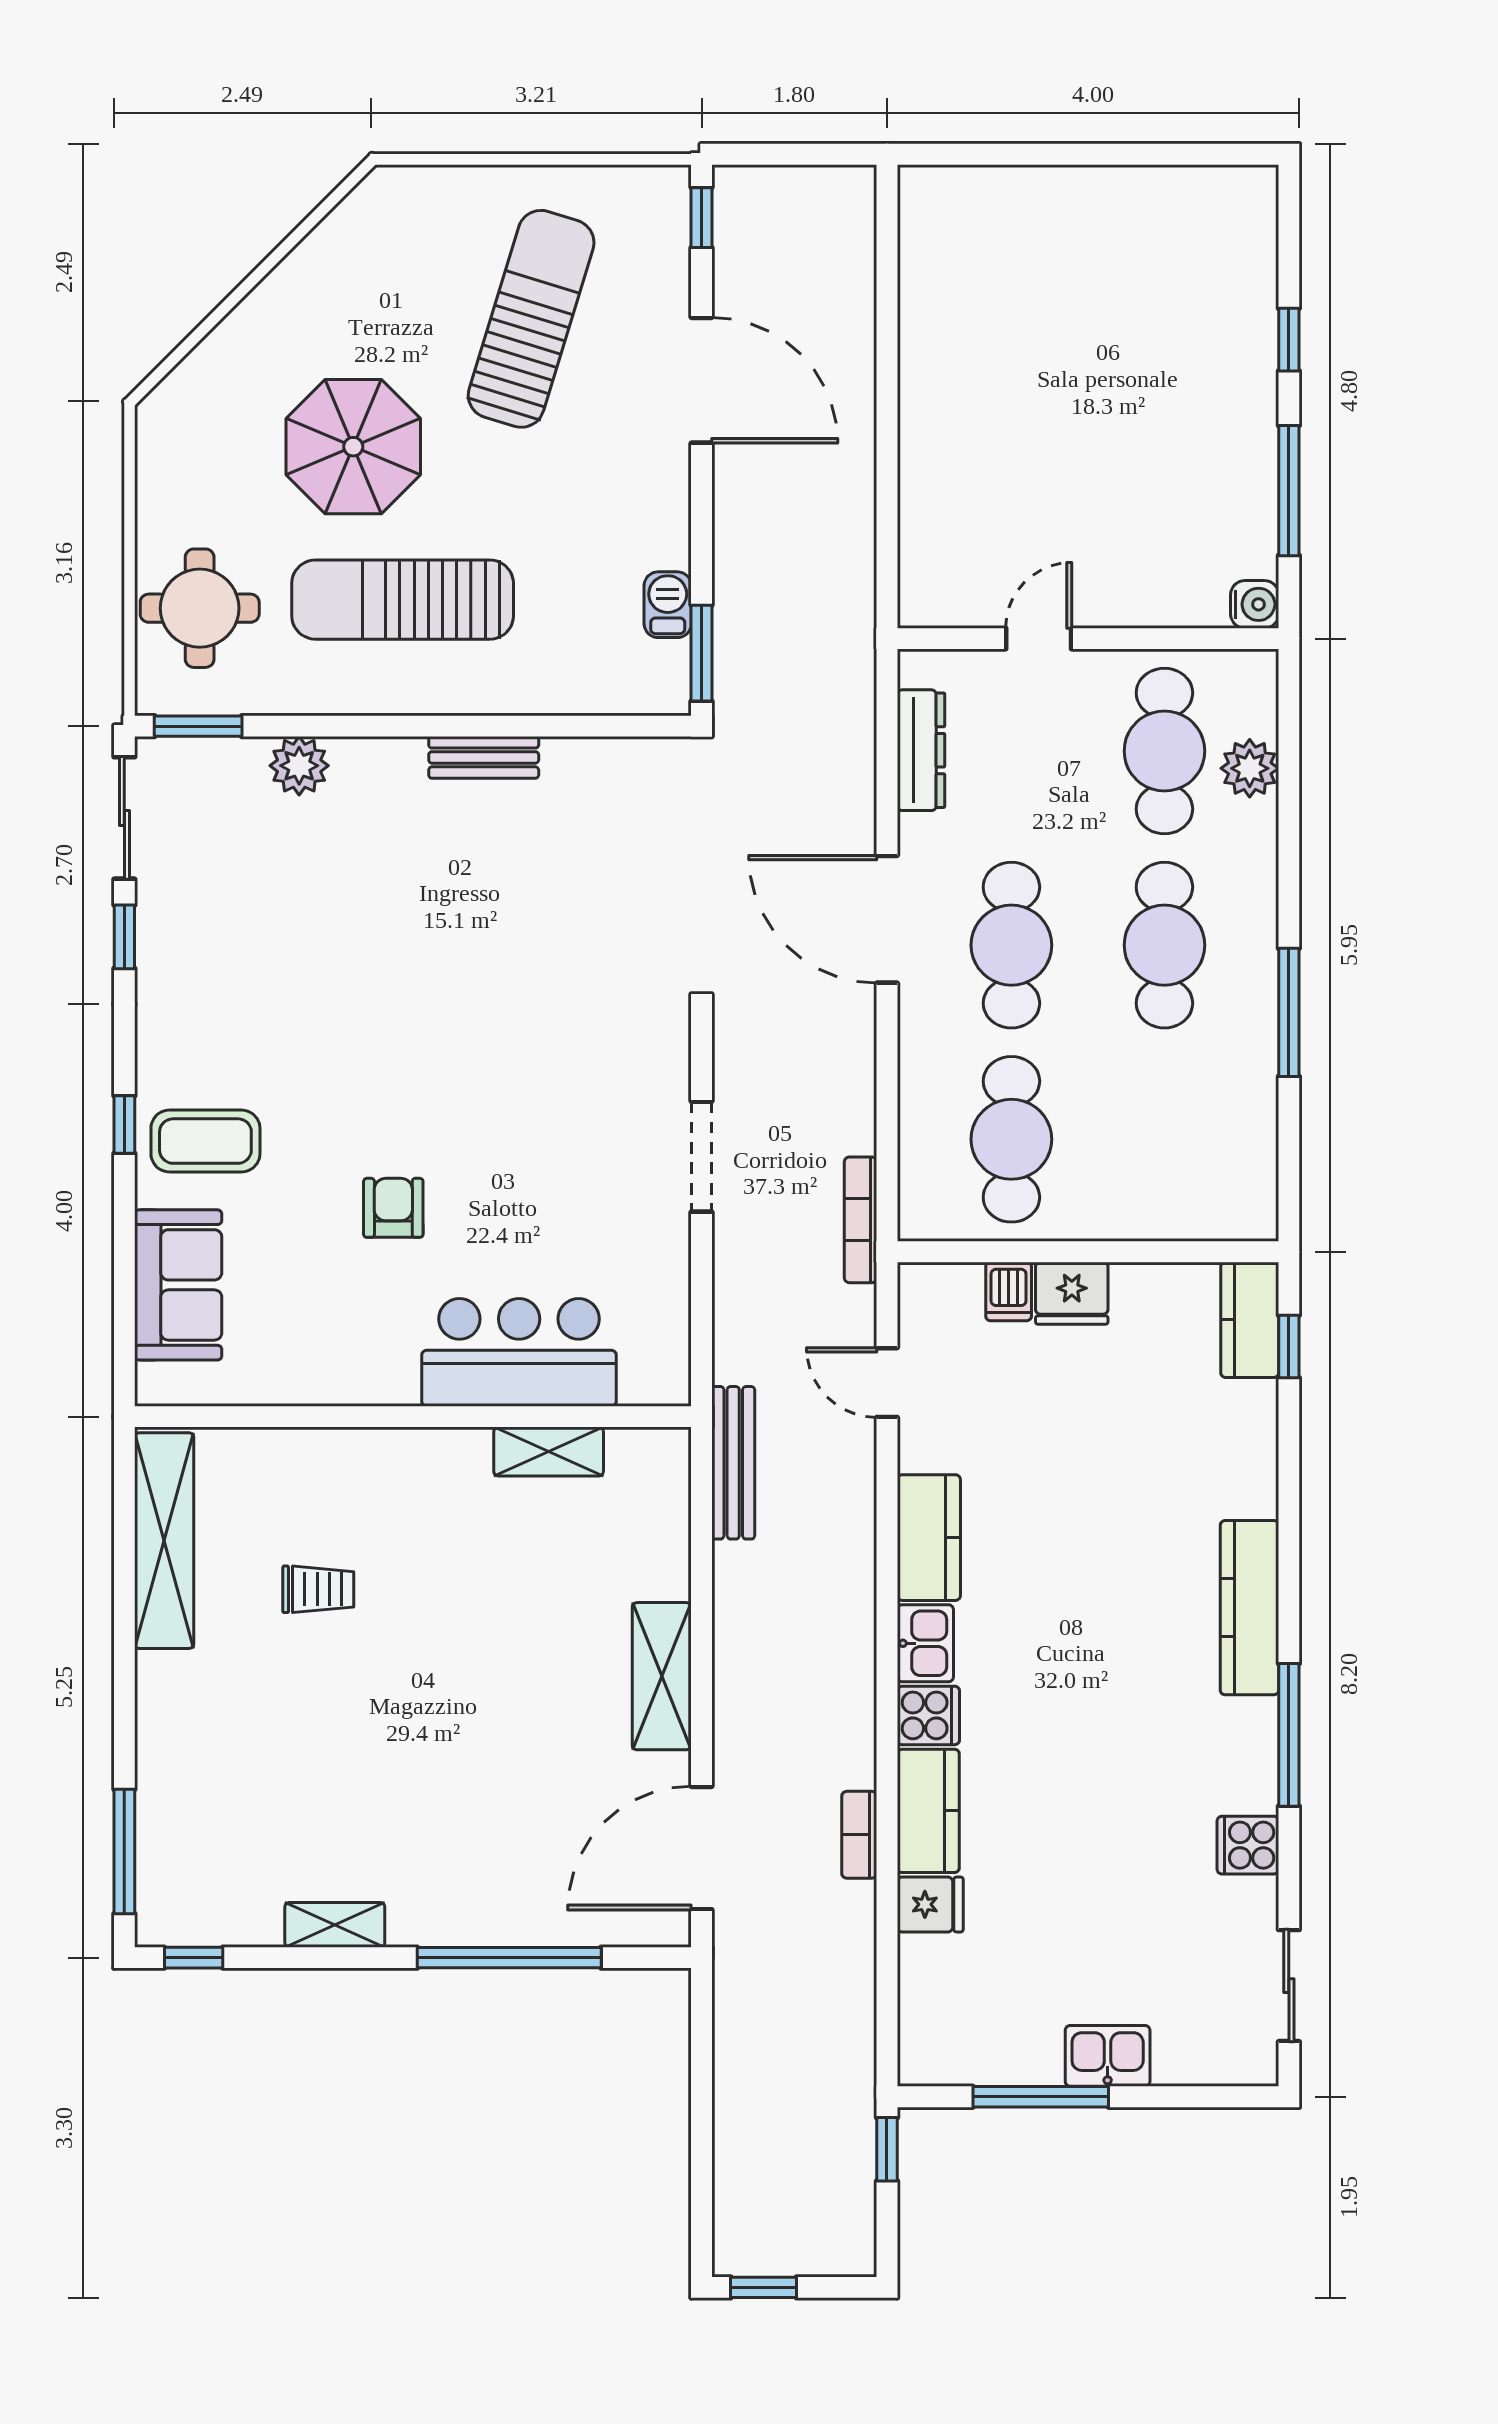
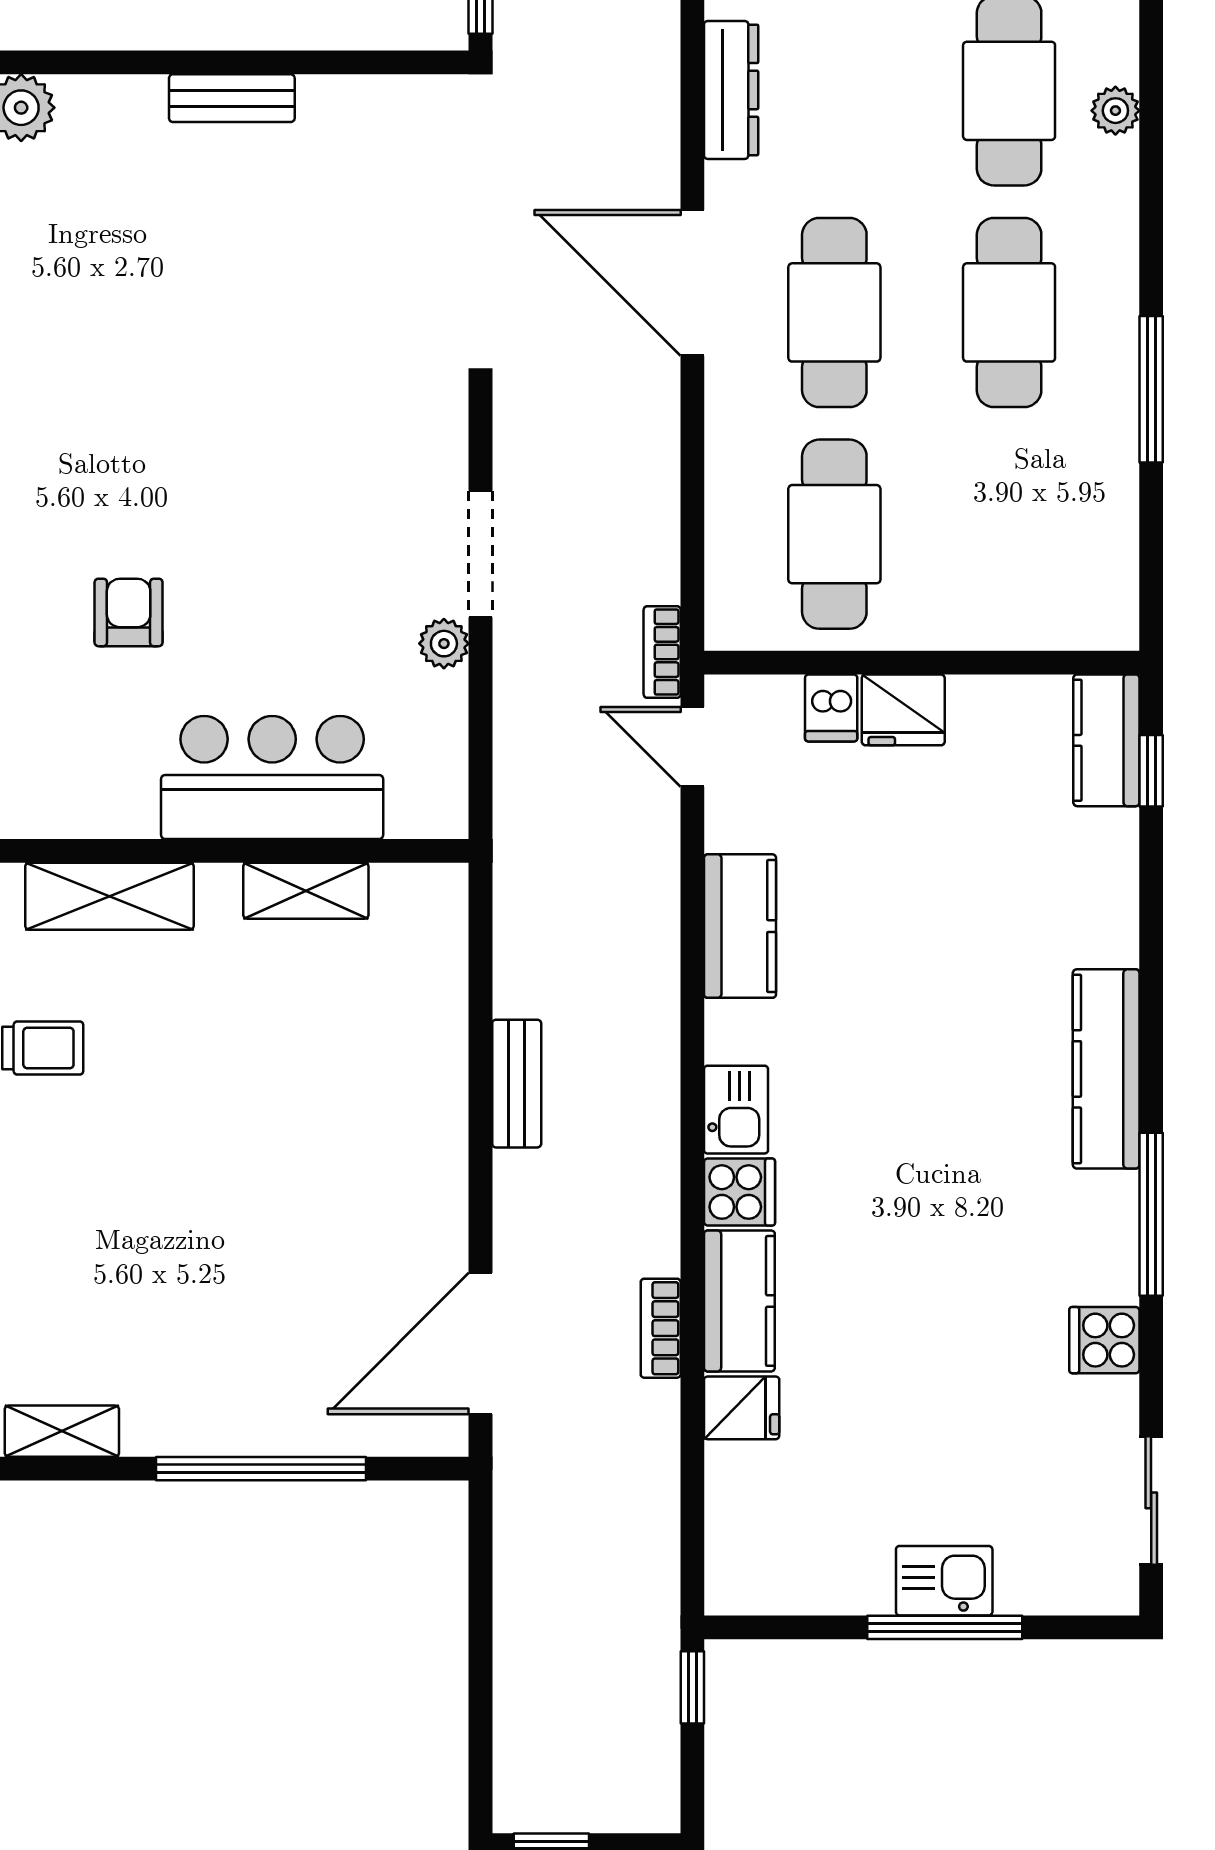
plant: (1250, 768) -> (1115, 111), width x0.73, depth x0.73
bookcase: (861, 1220) -> (662, 652), width x0.64
plant: (669, 1235) -> (444, 644), added
door: (887, 1383) -> (692, 747), moved
bench: (733, 1463) -> (517, 1084), moved, width x0.73
kitchen counter: (929, 1538) -> (740, 926), moved
shelving: (662, 1676) -> (109, 896), moved, turned 90
window: (1041, 2097) -> (945, 1627), moved

